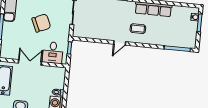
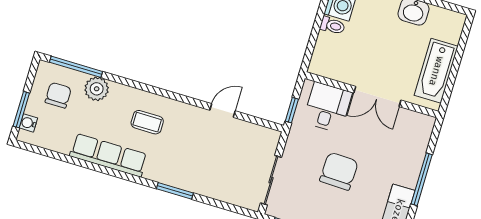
chair: (41, 23) -> (339, 171), turned 116
chair: (183, 33) -> (58, 95), added
plant: (165, 40) -> (97, 89), added
door: (120, 43) -> (223, 111), moved

